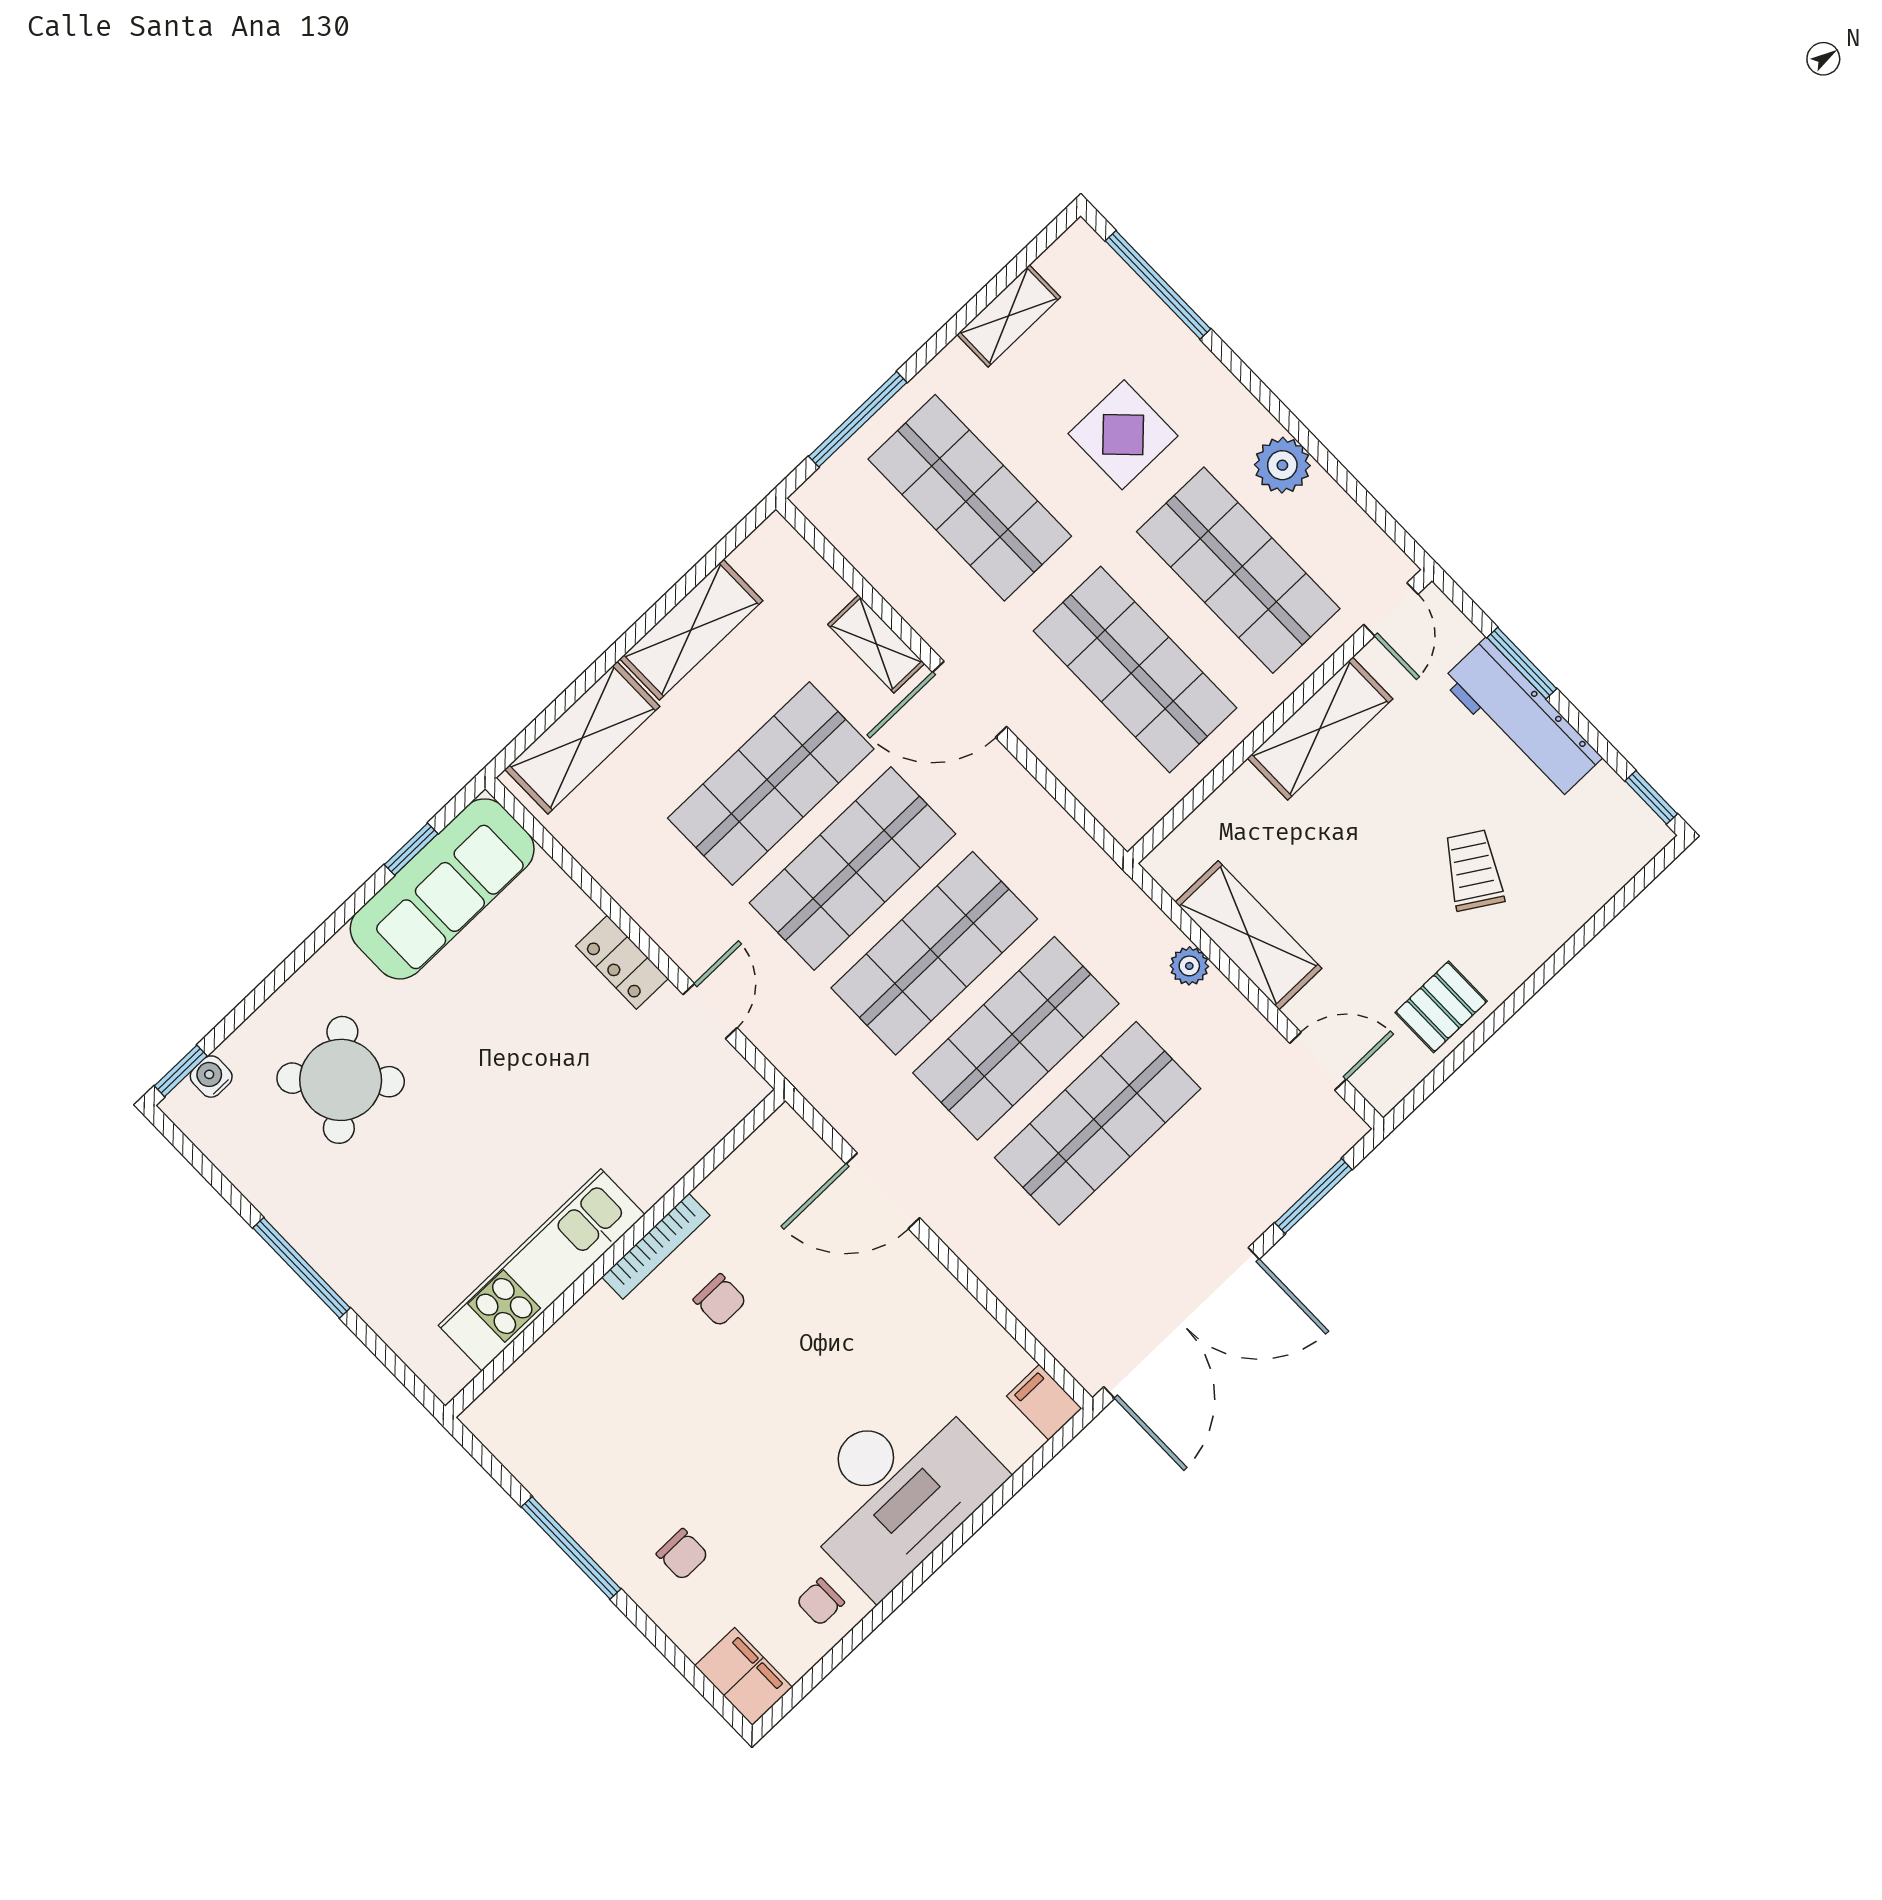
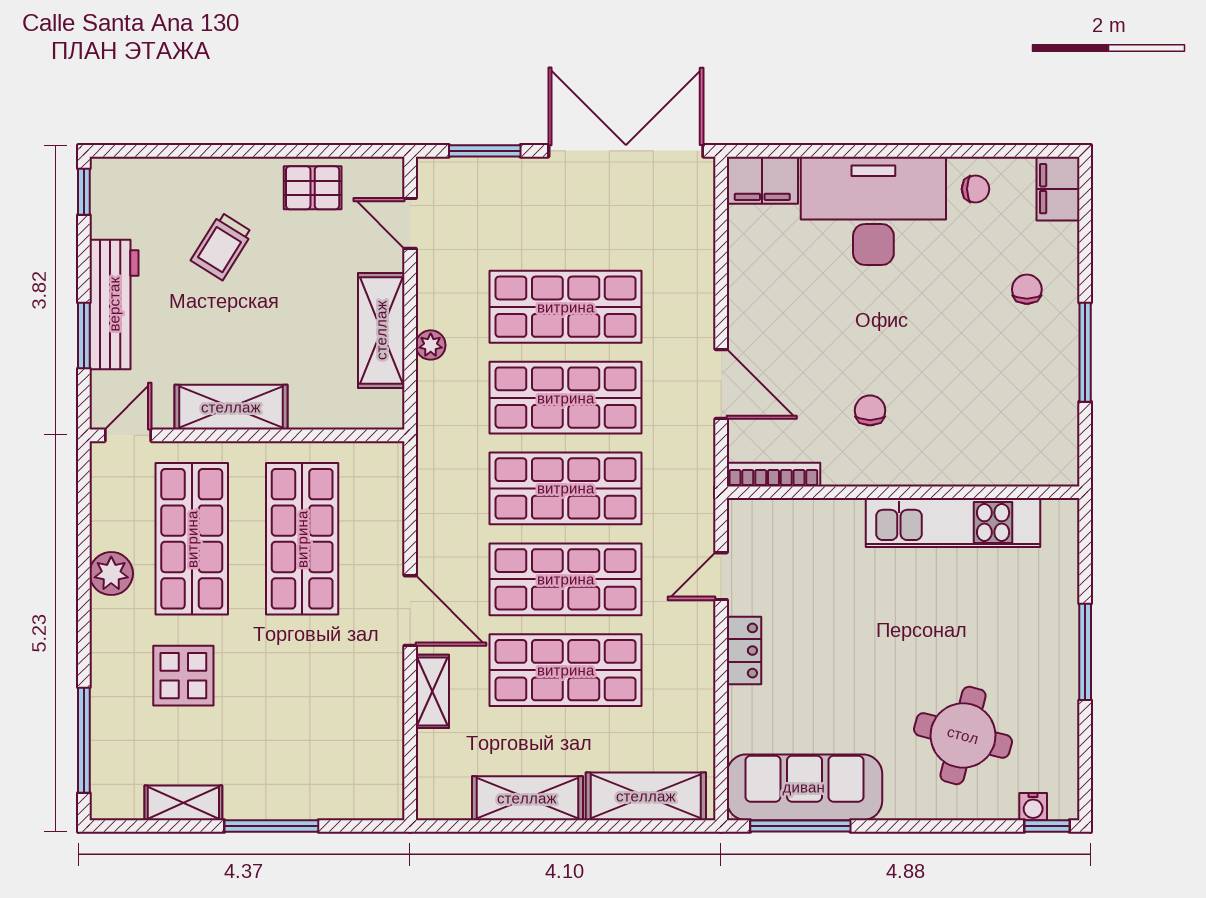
window: (858, 419) -> (271, 826), moved
shop shelf: (970, 498) -> (302, 723), removed
window: (411, 849) -> (800, 826), width x2.17
round table: (341, 1080) -> (963, 735), turned -31
bookcase: (656, 1246) -> (773, 475), moved
filing cabinet: (1044, 1402) -> (762, 180), width x2.00

